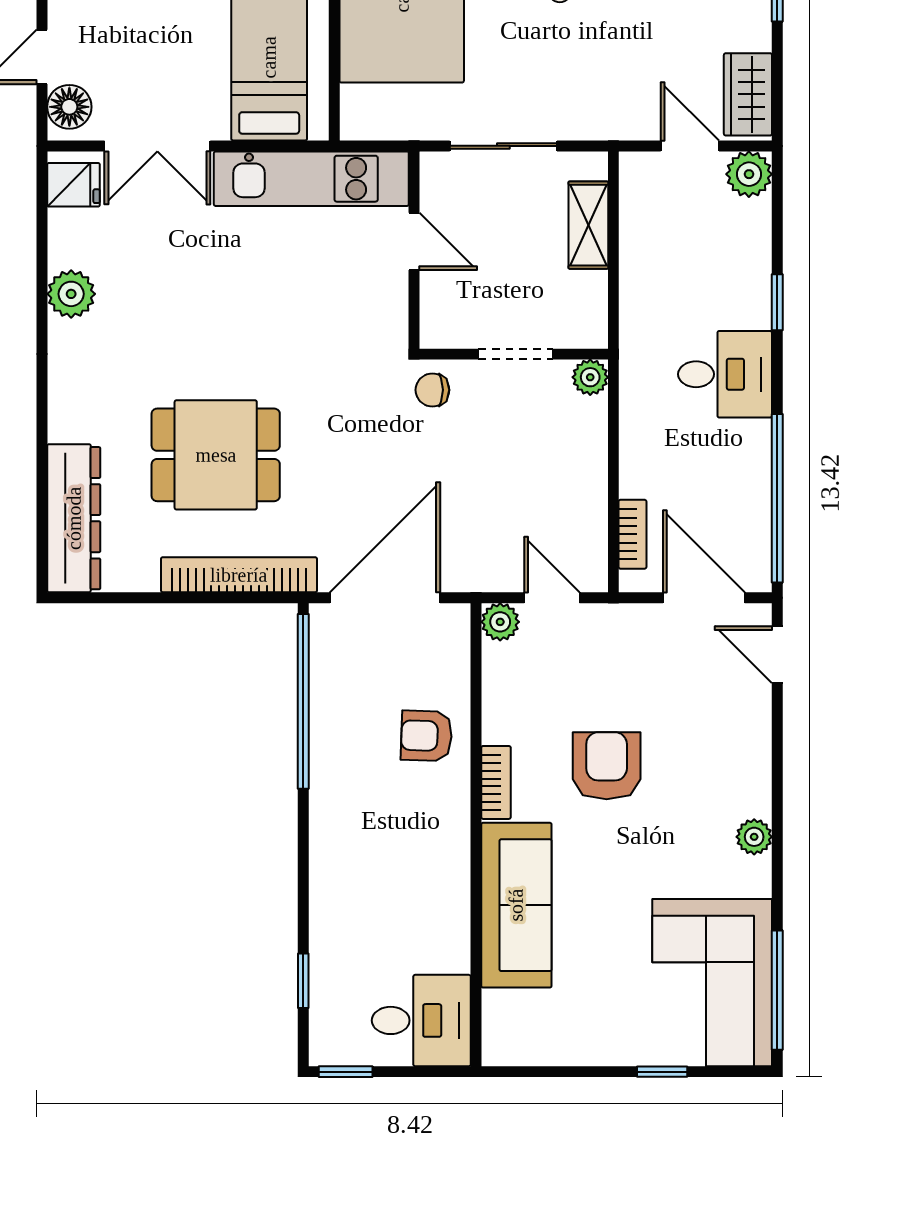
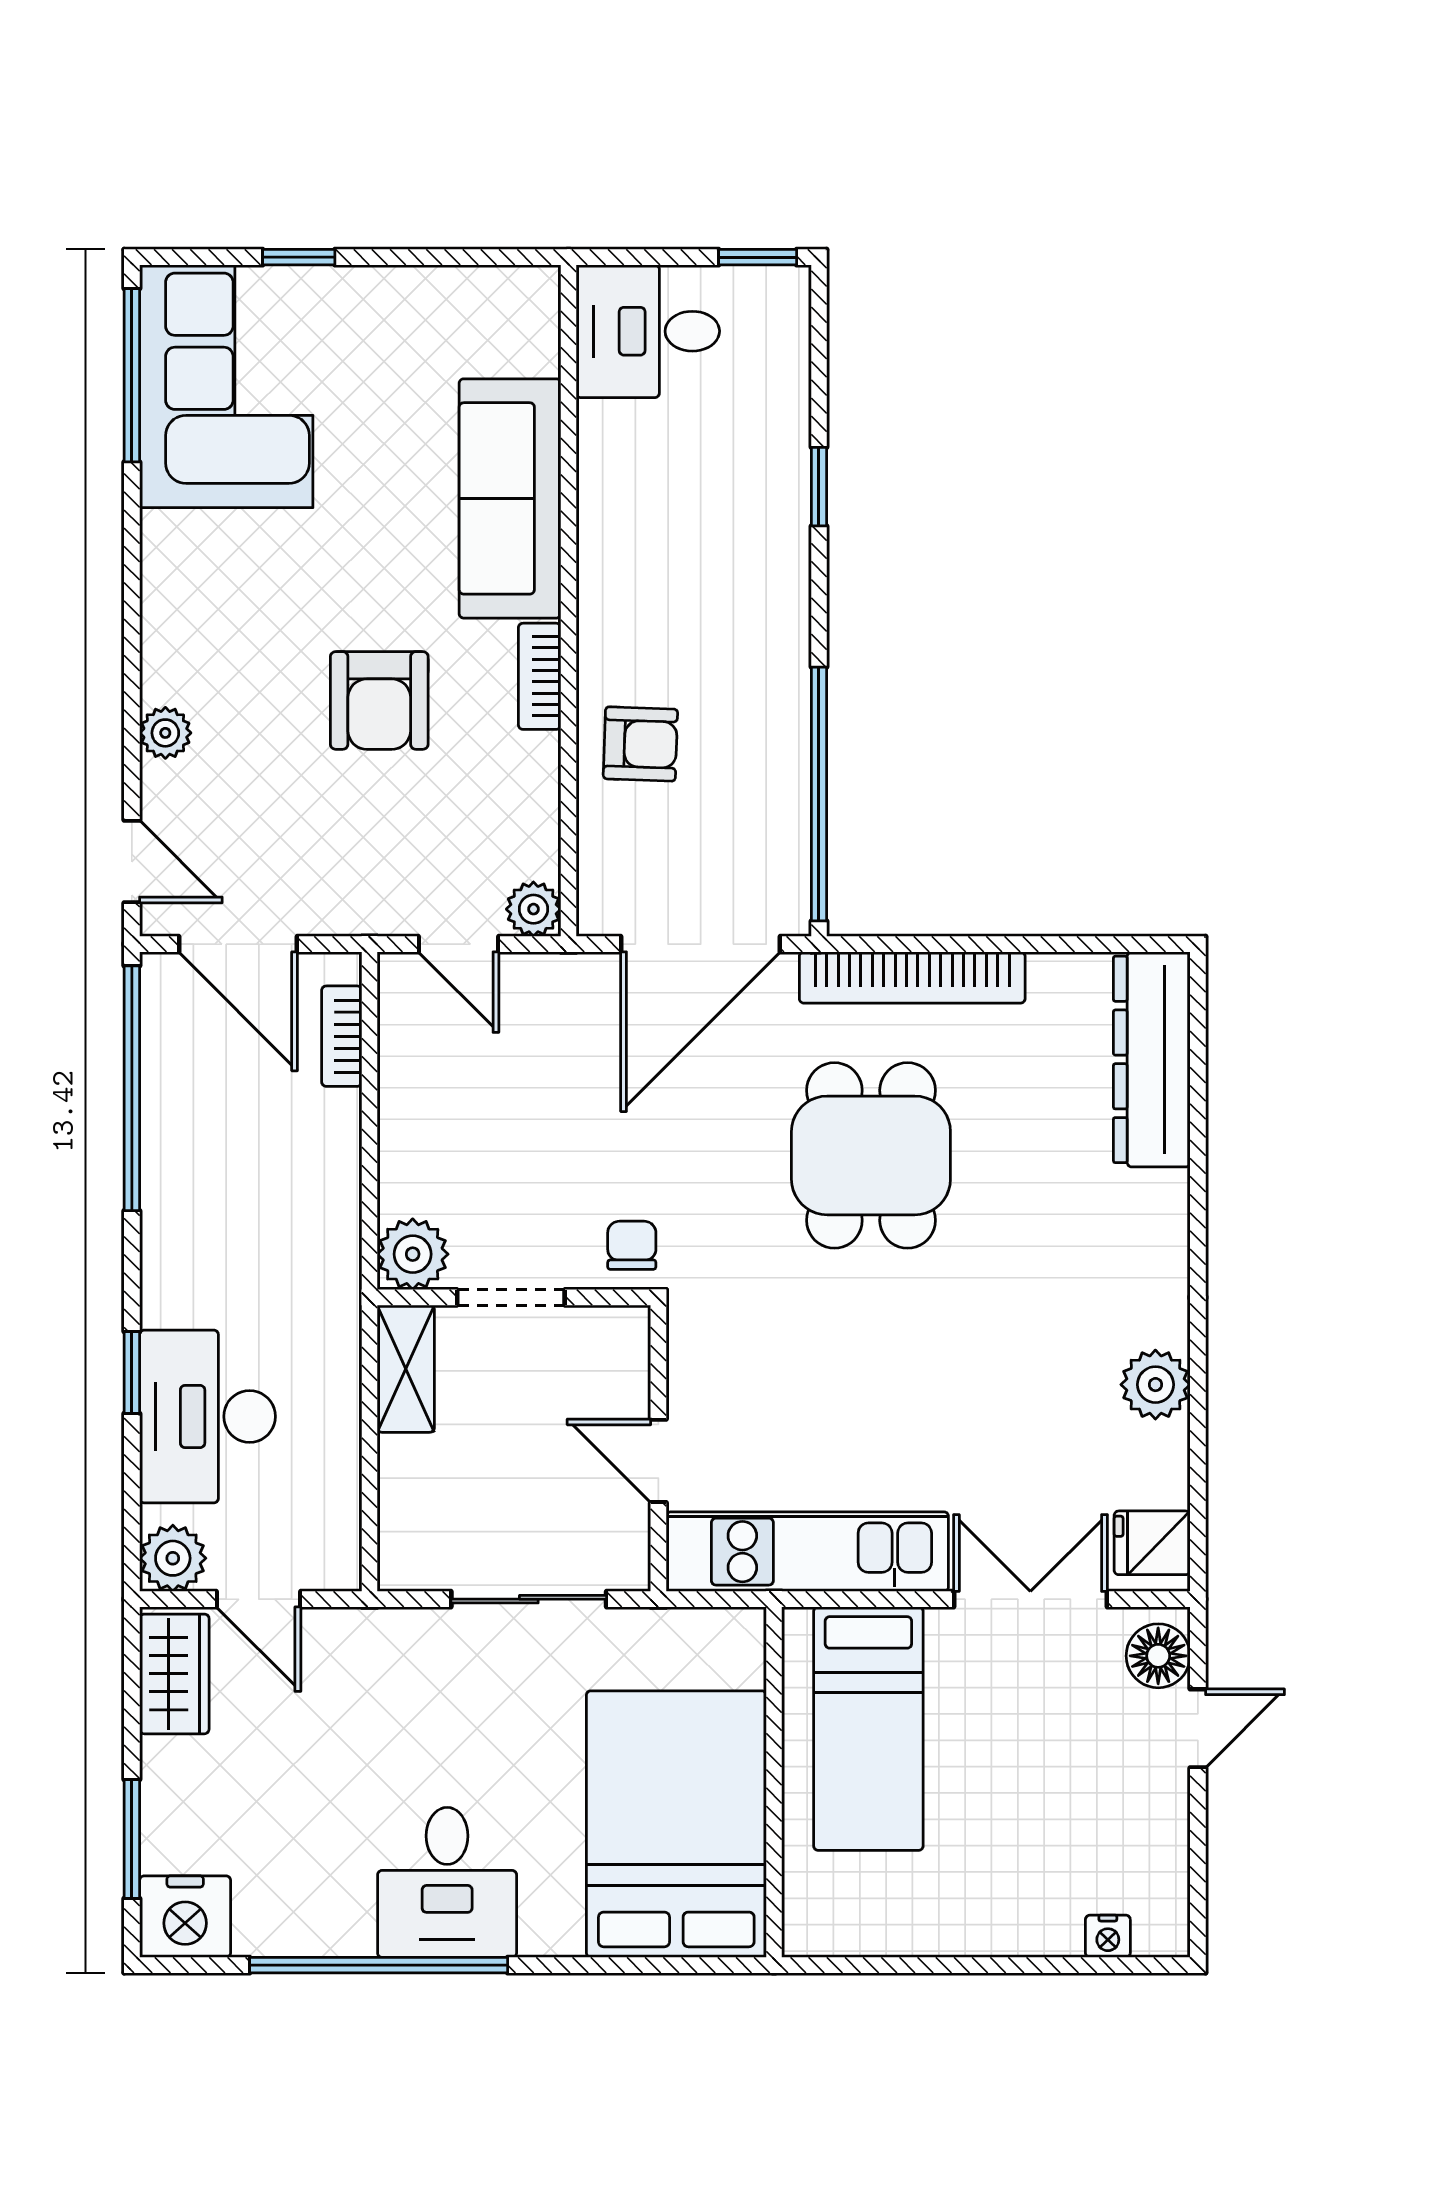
shelving: (588, 225) -> (406, 1369), moved
desk: (725, 374) -> (207, 1416), moved, width x1.37
plant: (590, 377) -> (413, 1254), width x1.38, depth x1.38
chair: (432, 390) -> (632, 1245), turned -90
dining table: (216, 455) -> (871, 1155), moved, turned 90
plant: (754, 837) -> (165, 733), moved
window: (303, 981) -> (819, 487), moved

